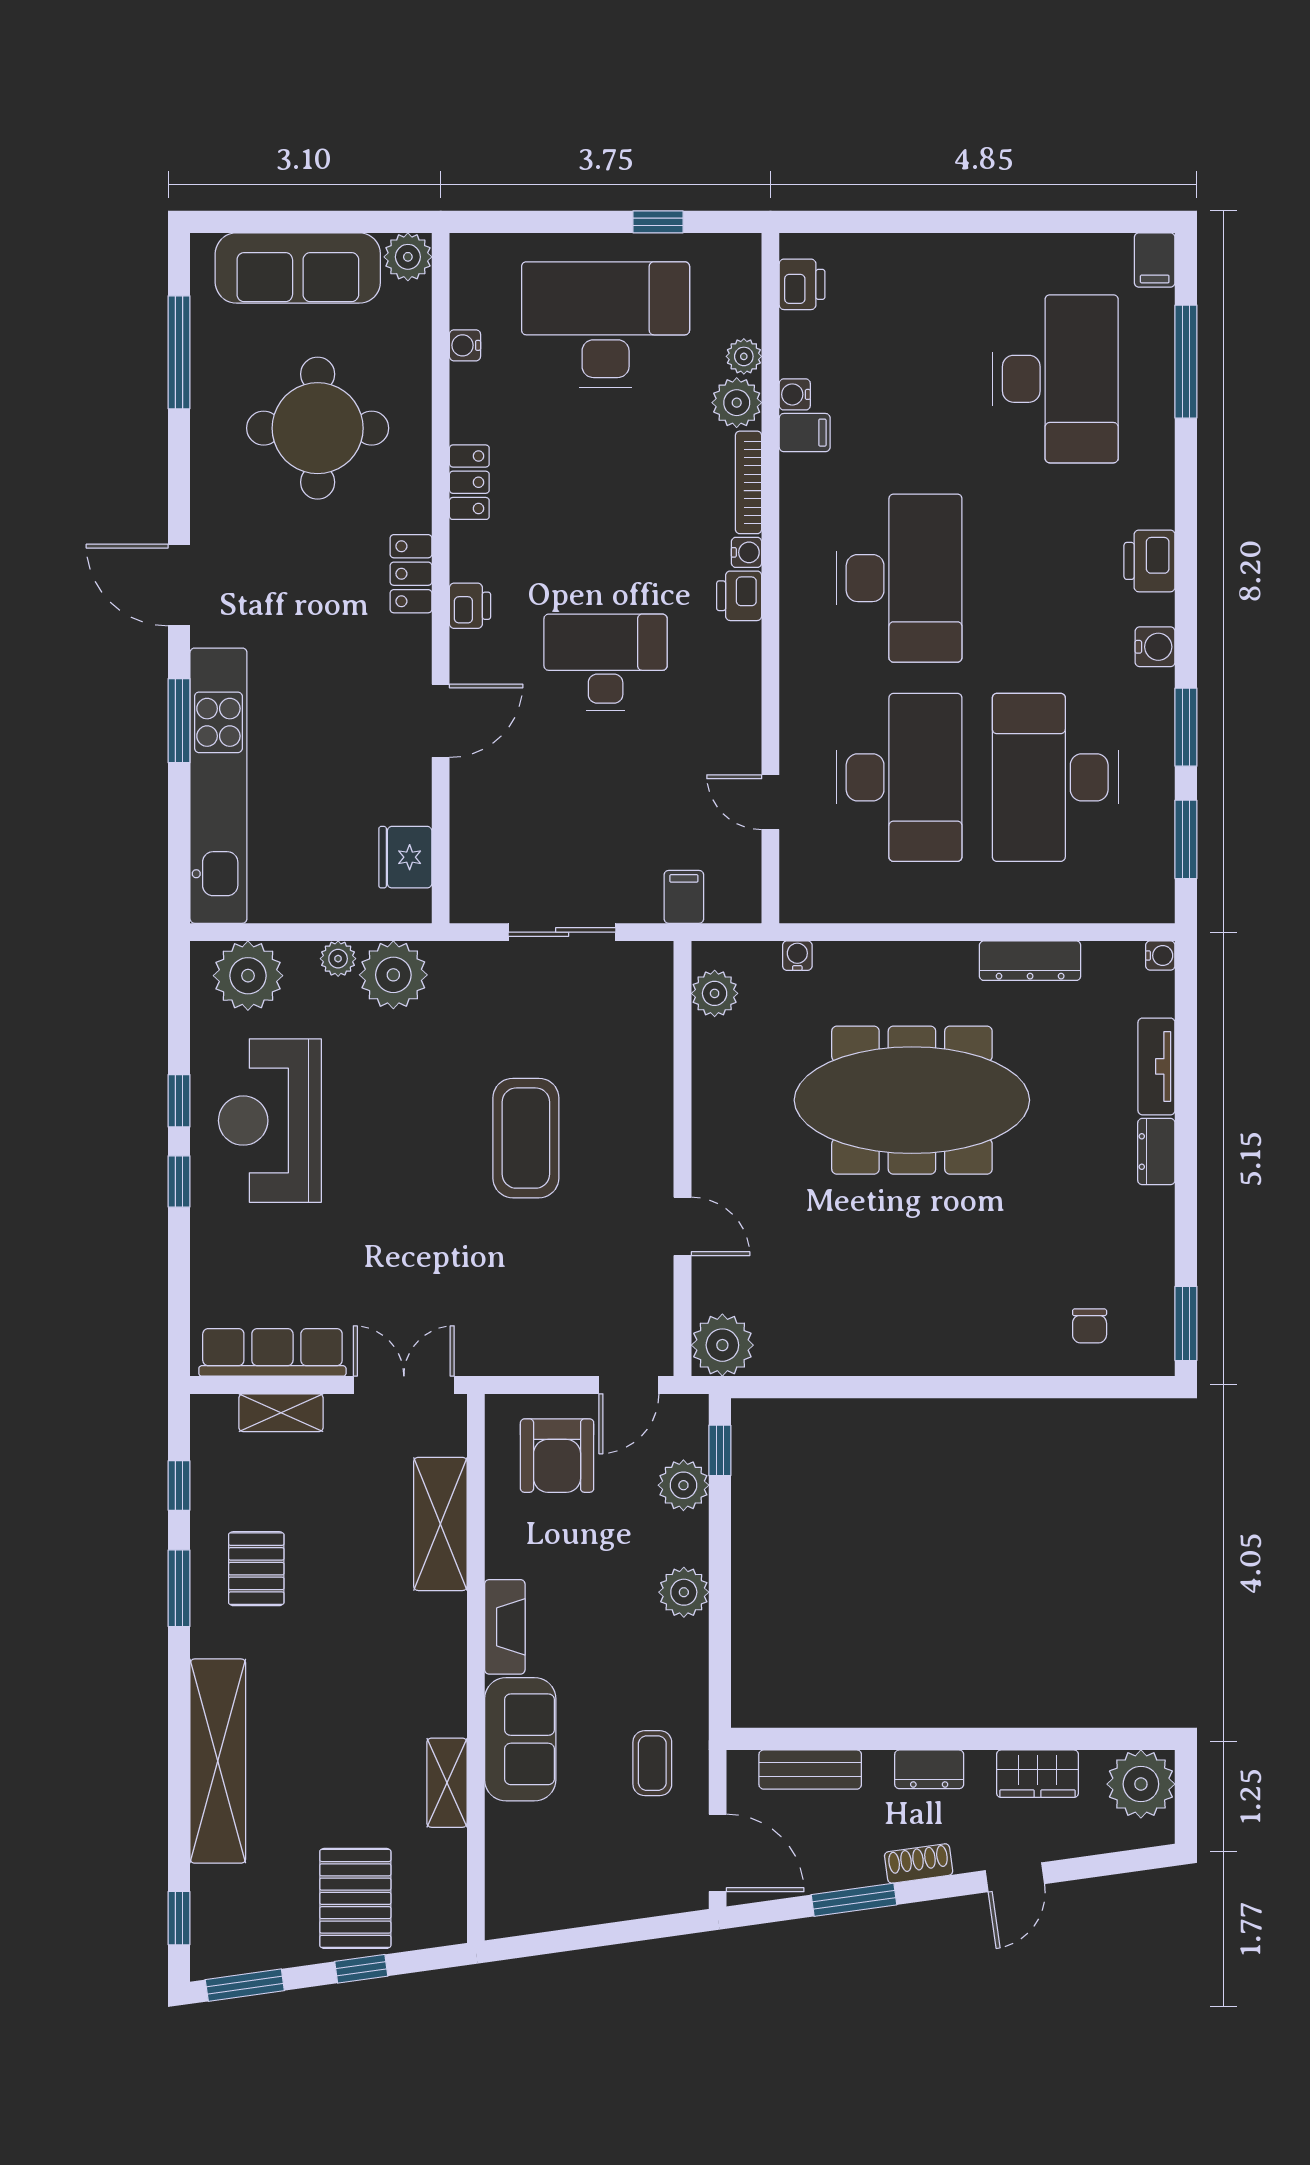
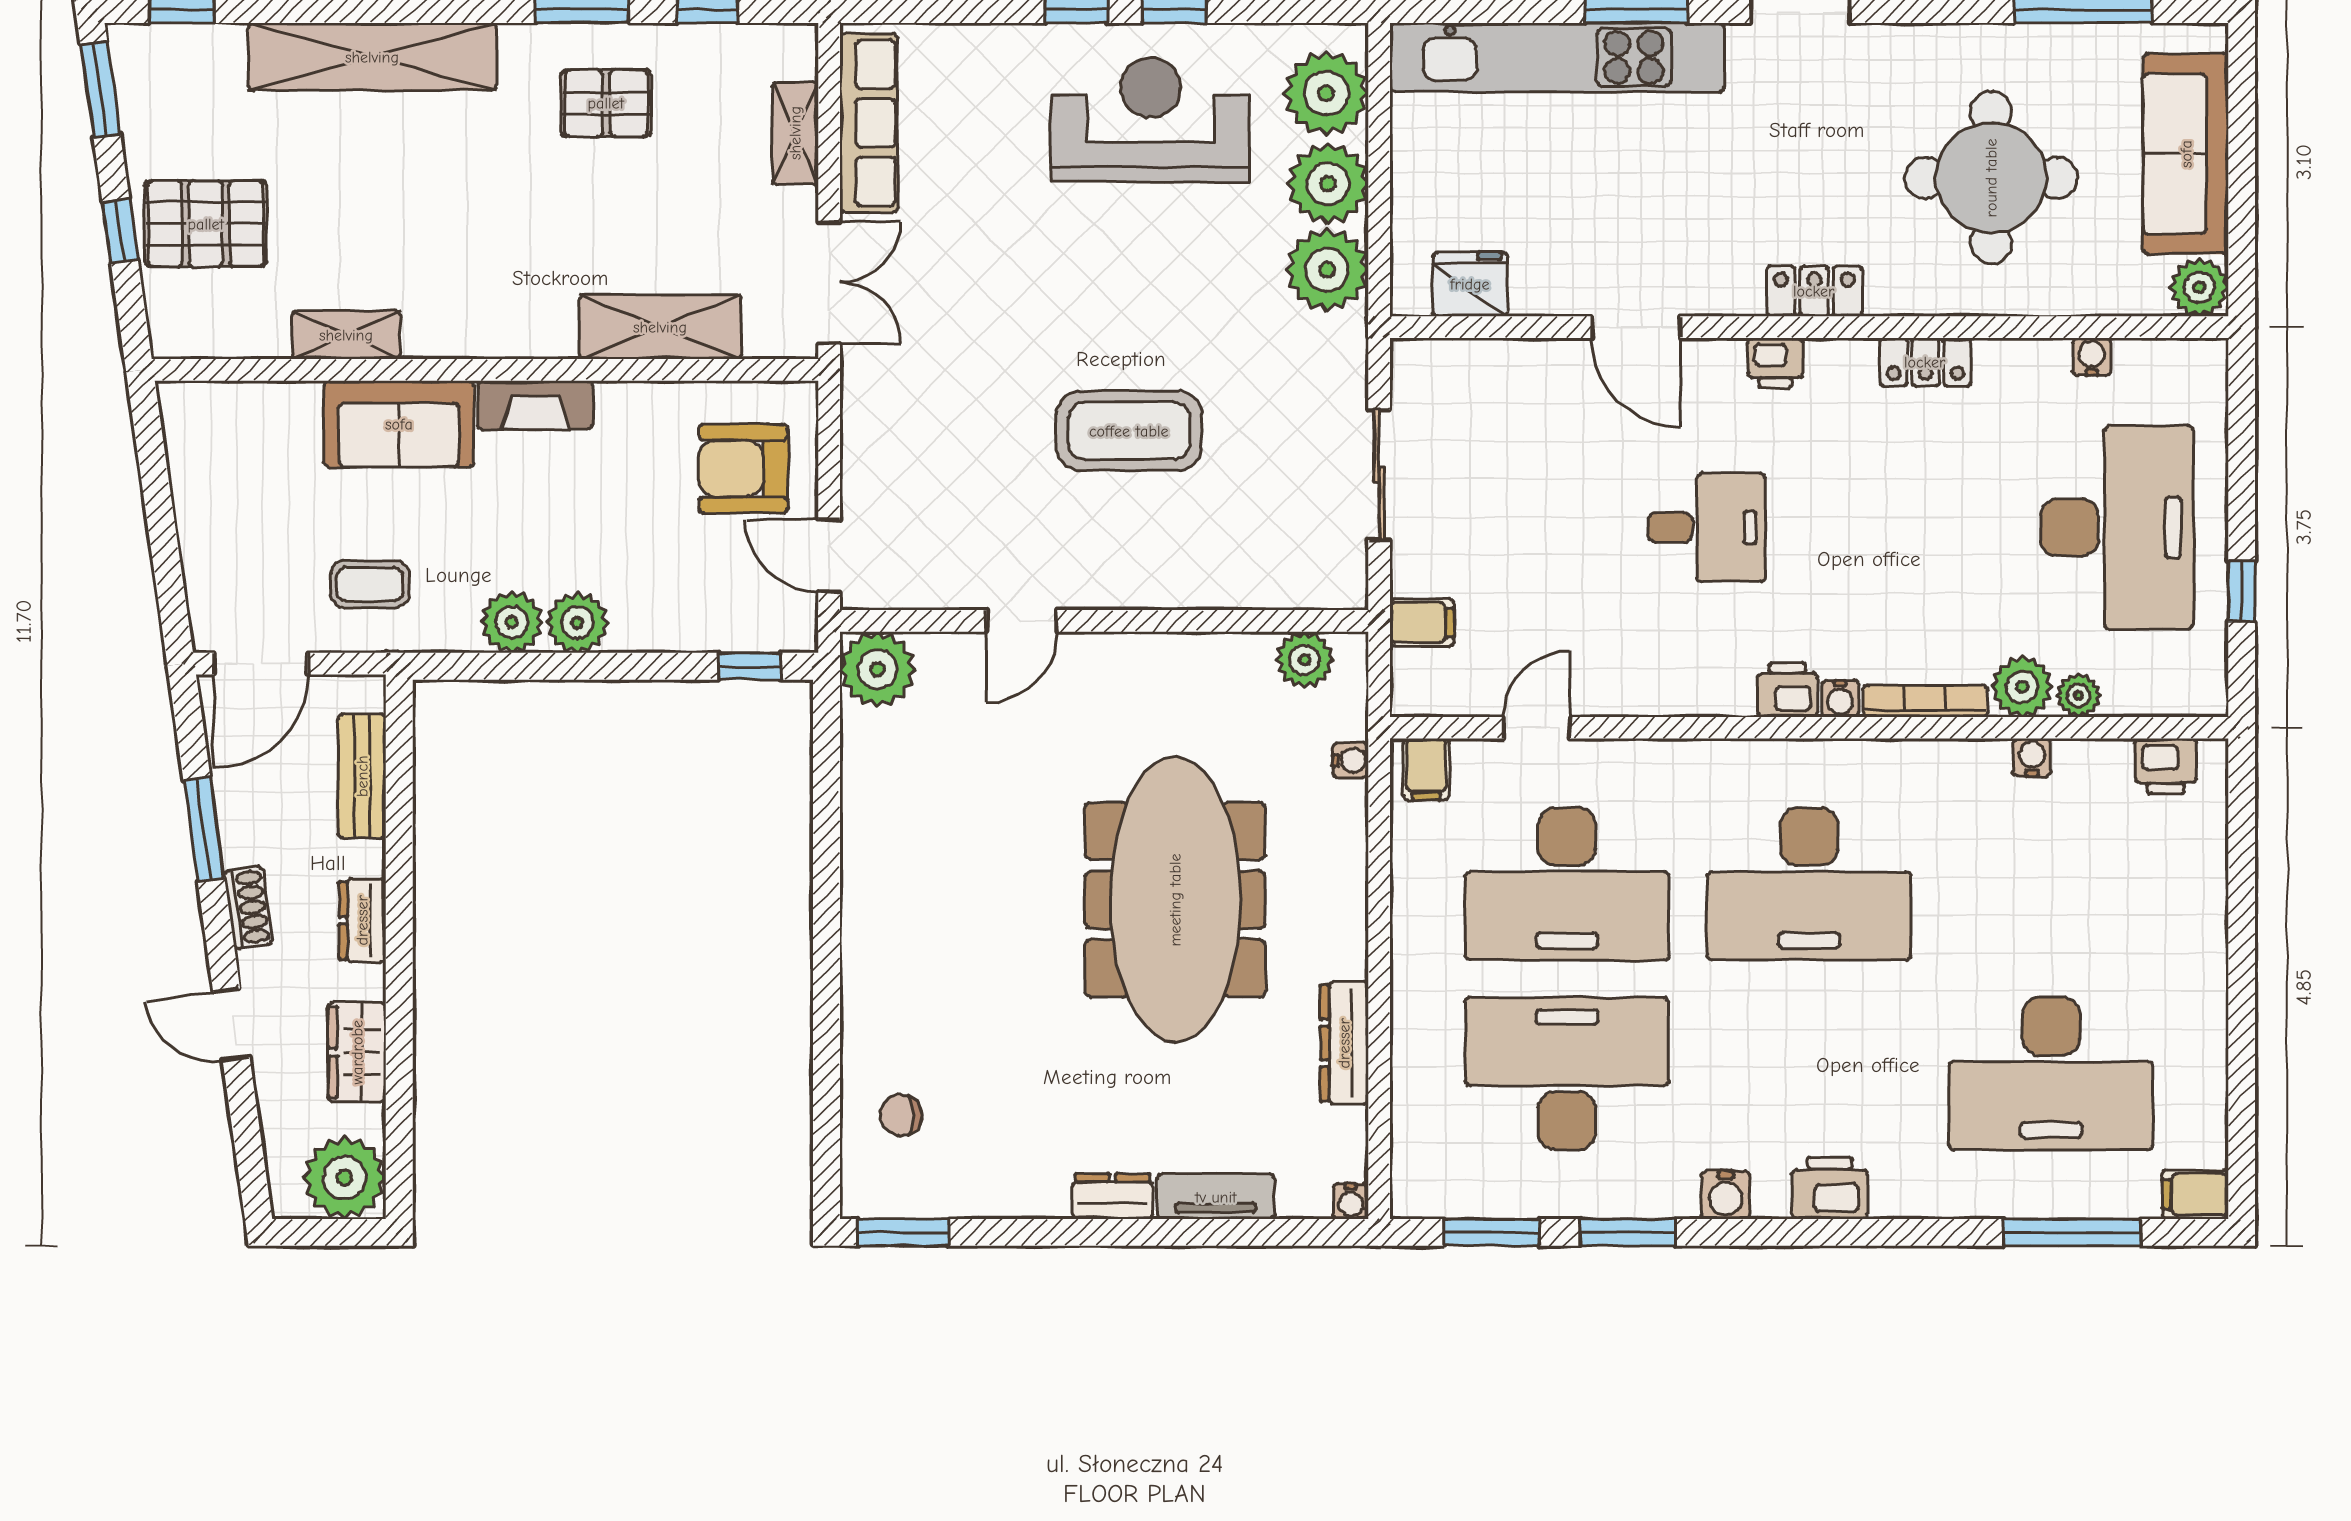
filing cabinet: (805, 433) -> (1426, 769), moved
desk: (606, 663) -> (1706, 527), width x0.73
plant: (338, 959) -> (1328, 184), width x1.88, depth x1.88
plant: (683, 1485) -> (512, 622), moved

